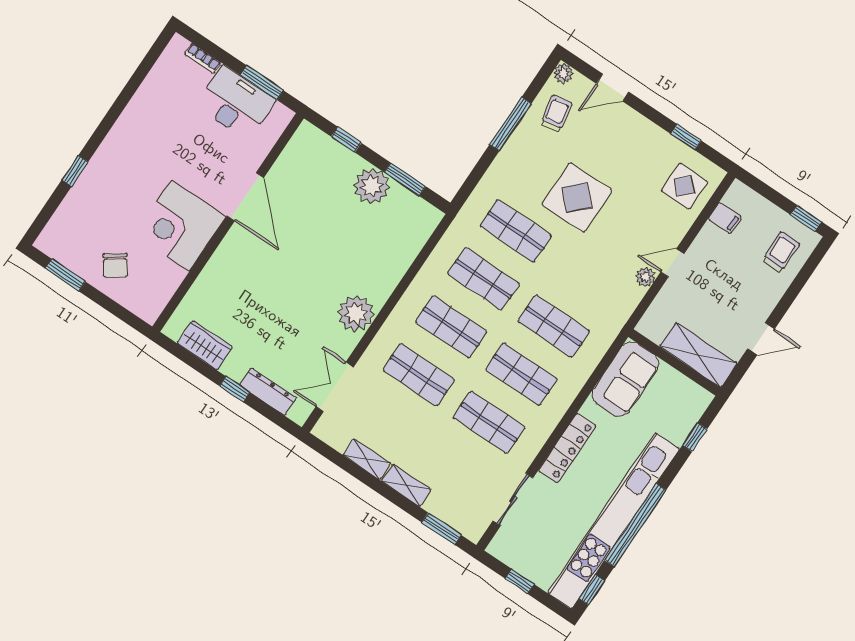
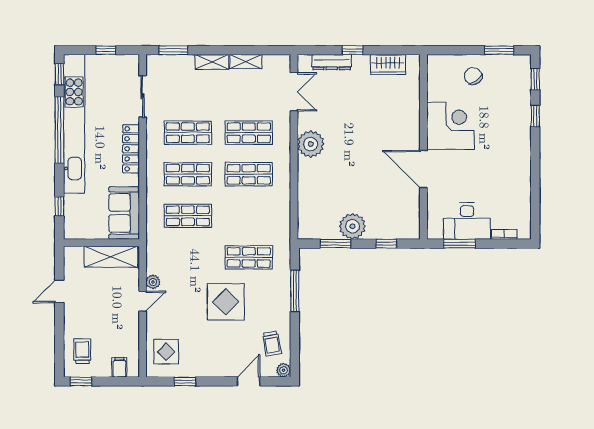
window: (510, 124) -> (295, 291), moved
window: (46, 213) -> (535, 79), added
filing cabinet: (725, 218) -> (119, 367), moved, turned 90
trolley: (781, 252) -> (82, 351), turned 180
shop shelf: (483, 279) -> (249, 216), removed
shelving: (698, 355) -> (111, 257), moved

